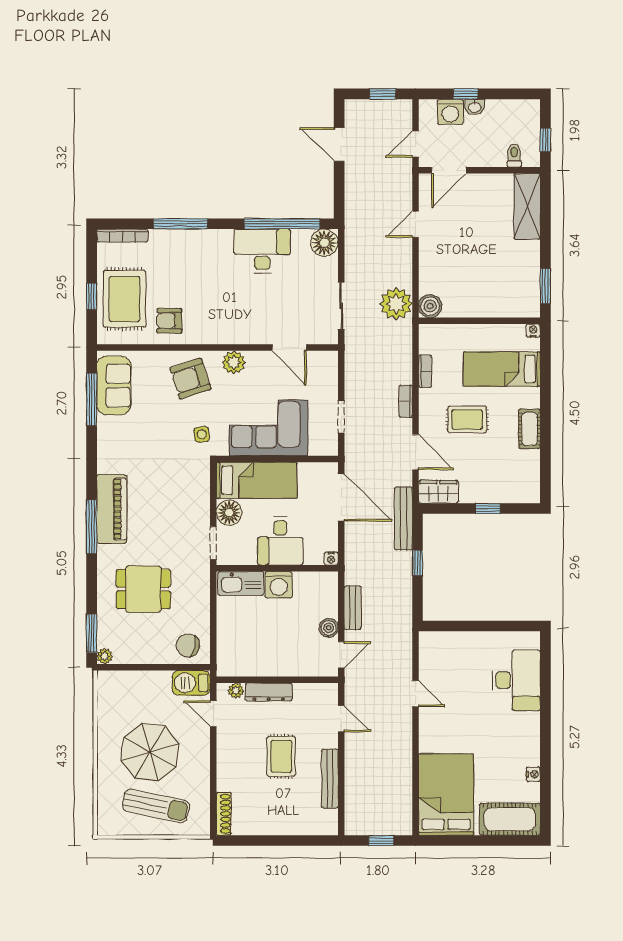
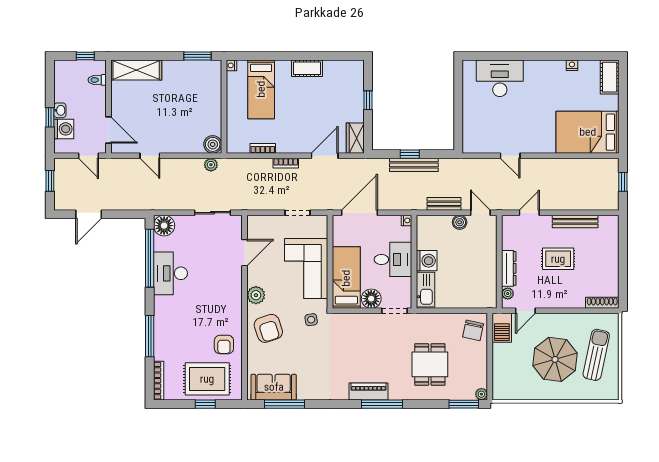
plant: (396, 304) -> (211, 165), width x0.53, depth x0.53
rug: (467, 419) -> (300, 116), removed
piano: (112, 509) -> (368, 392), width x0.73, depth x0.75
bench: (403, 518) -> (414, 165), moved
door: (415, 694) -> (510, 156), swing flipped
cot: (510, 819) -> (610, 77), width x0.73, depth x0.75

